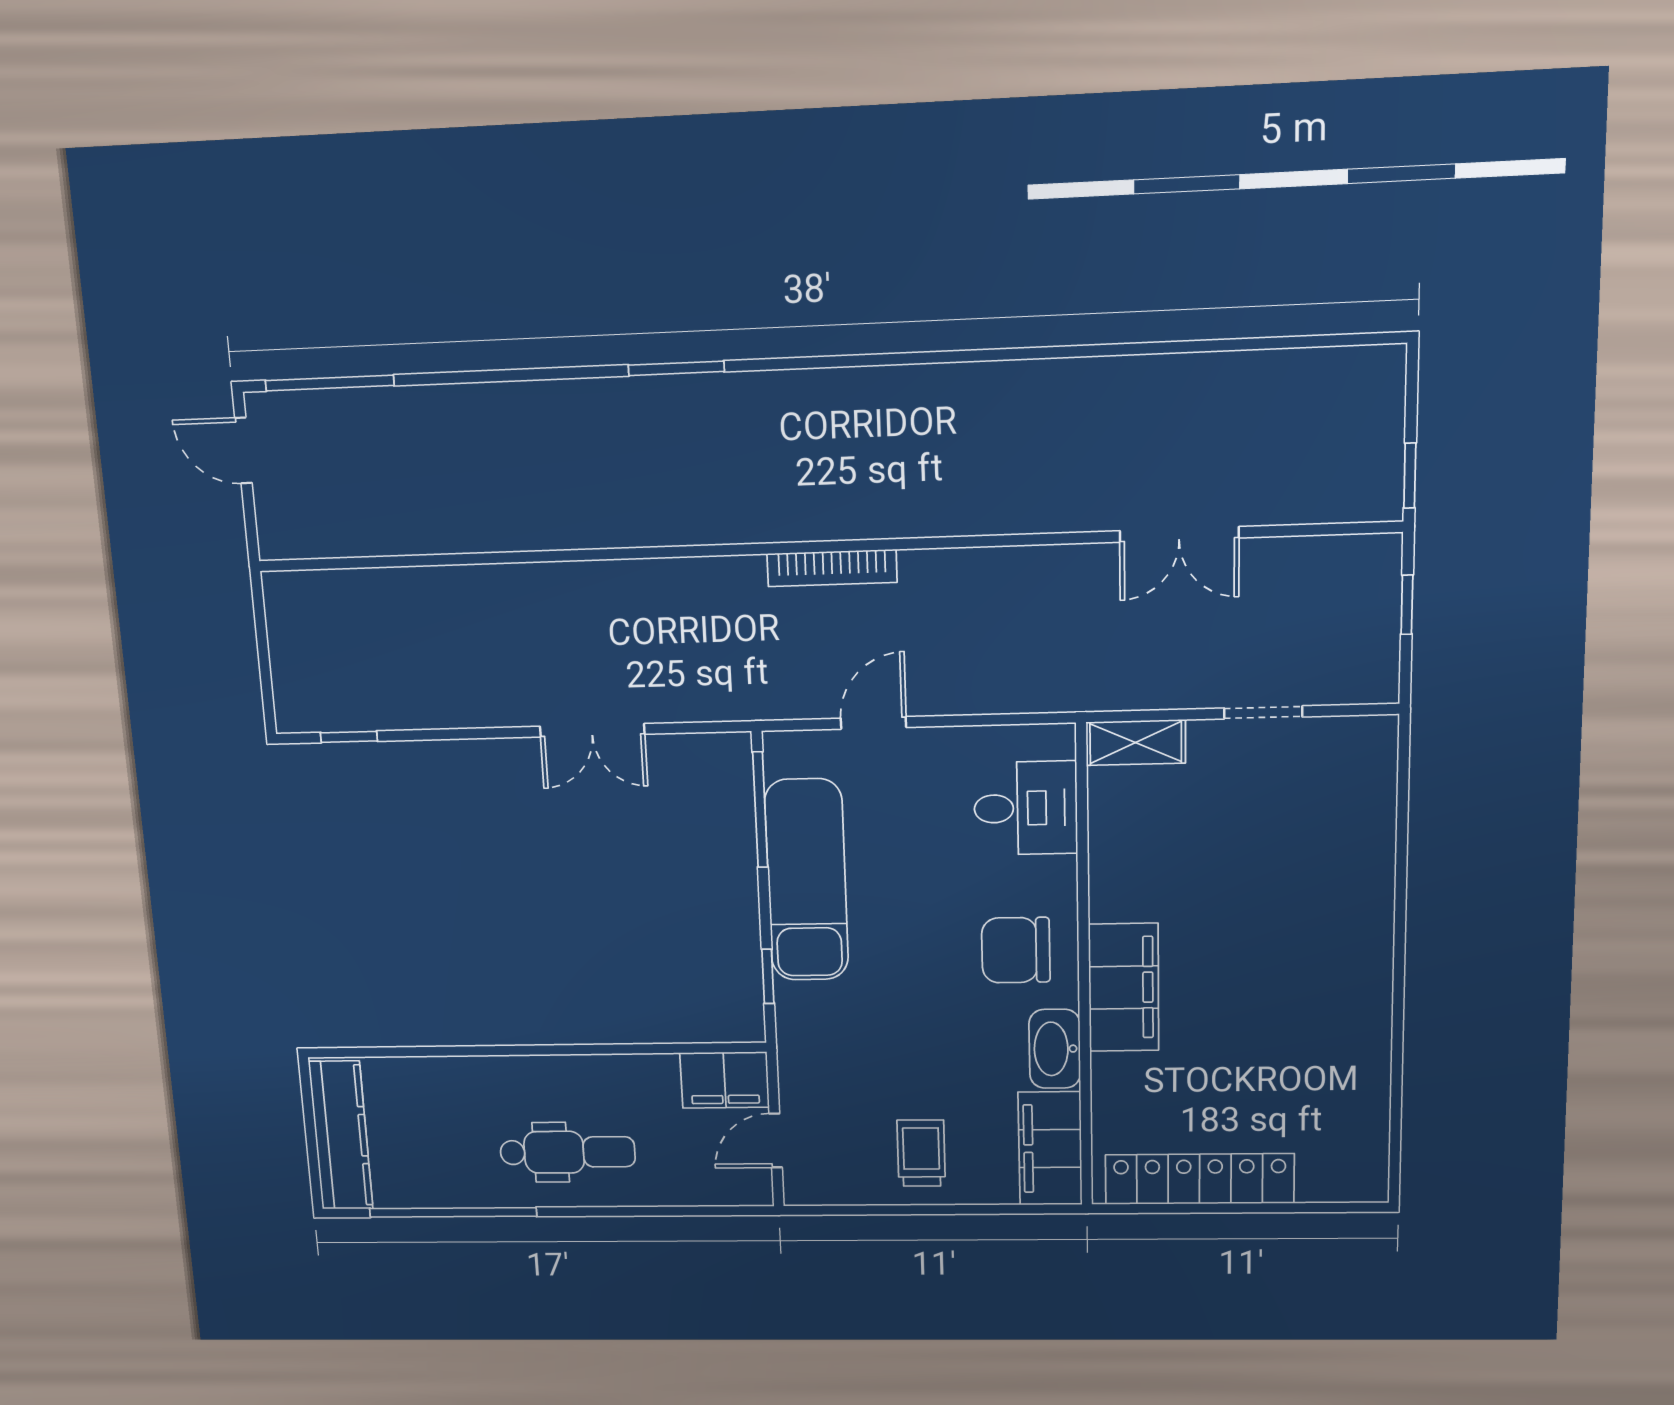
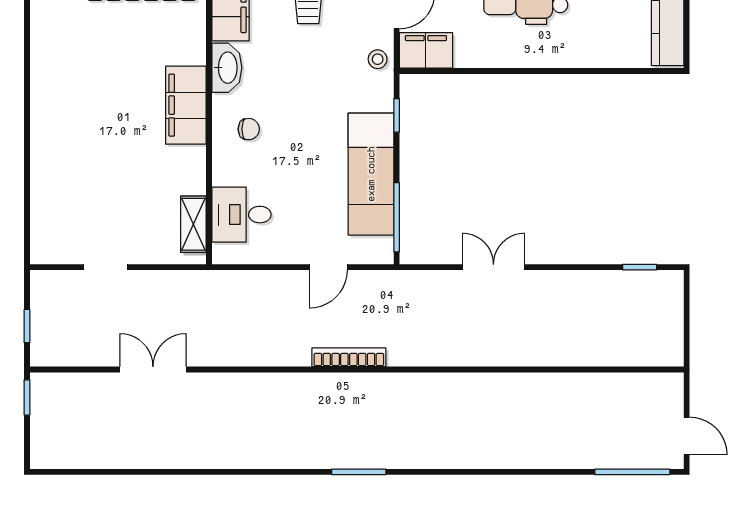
window: (676, 368) -> (359, 472), moved
shelving: (1136, 743) -> (193, 224), moved, turned 90
chair: (1016, 950) -> (249, 129), width x0.54, depth x0.54
stool: (803, 1065) -> (378, 59), added

